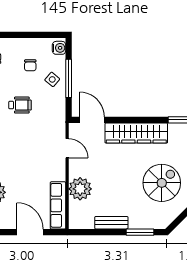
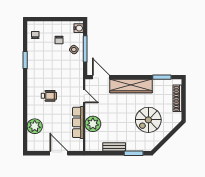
wheelchair: (20, 105) -> (49, 96), moved
spiral stairs: (162, 183) -> (148, 120), turned 180
row of seats: (58, 205) -> (78, 122), moved

